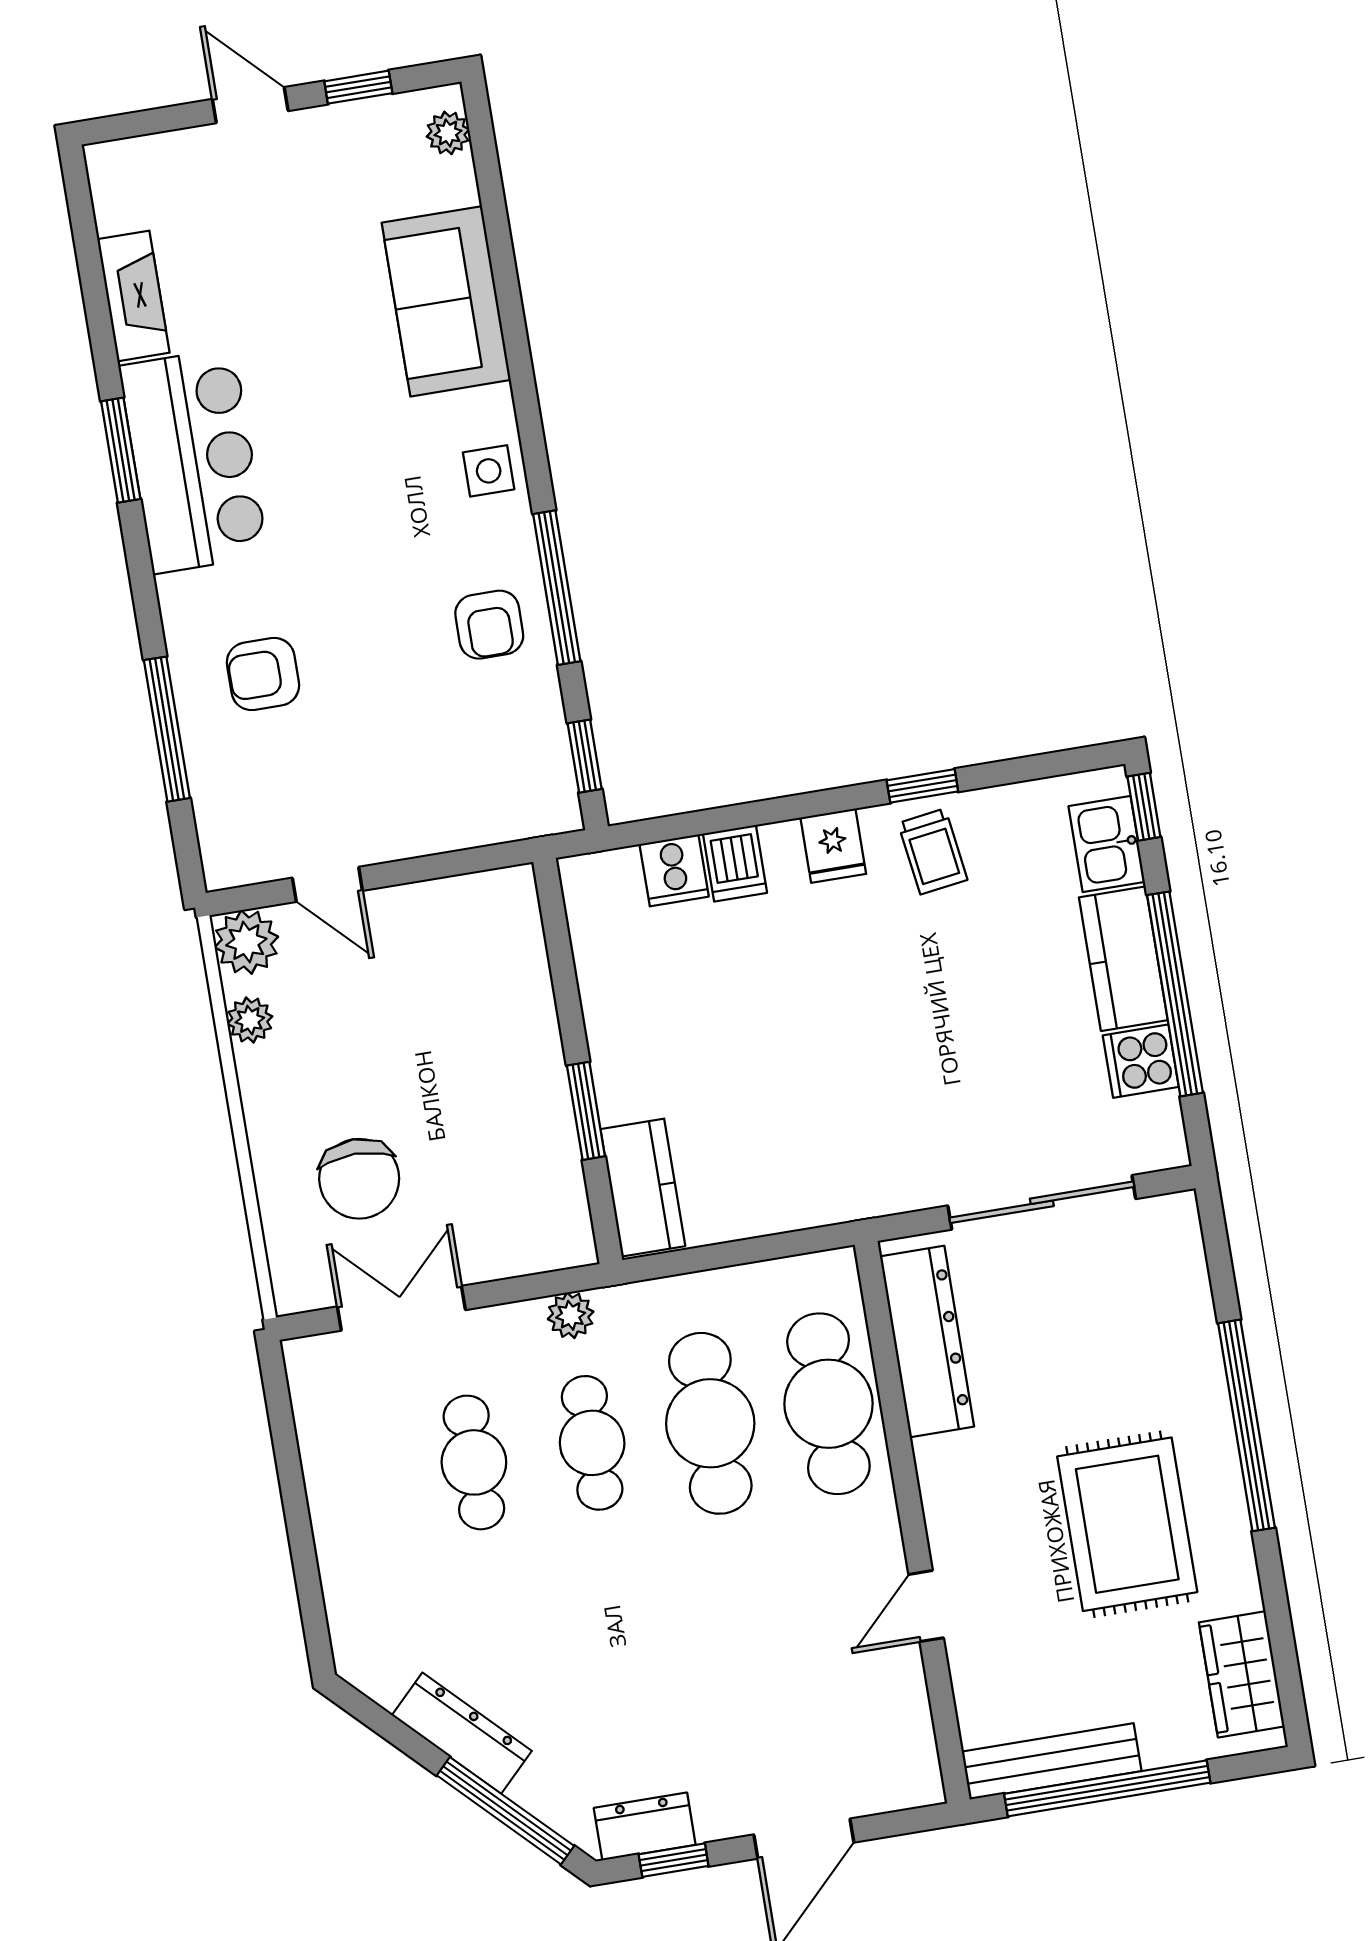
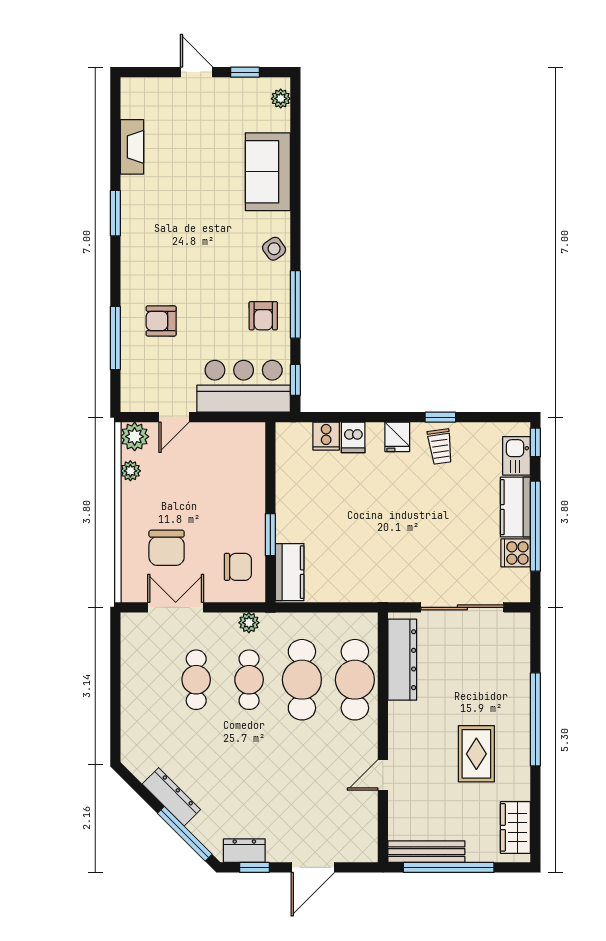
bar counter: (194, 461) -> (244, 386), moved, turned -90
side table: (489, 471) -> (274, 249), turned -35
door: (327, 884) -> (174, 417), hinge flipped
chair: (525, 1195) -> (238, 567), added
rug: (1127, 1524) -> (476, 754), width x0.73, depth x0.70

